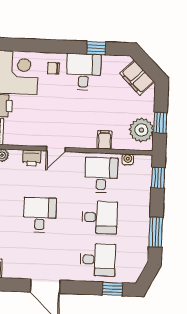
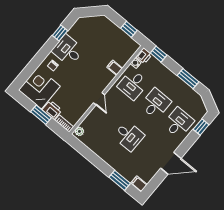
filing cabinet: (137, 78) -> (94, 23), removed
plant: (141, 130) -> (125, 43), removed
printer: (32, 158) -> (144, 56), moved
desk: (101, 175) -> (133, 85), turned -90
desk: (40, 215) -> (129, 136), turned 180

